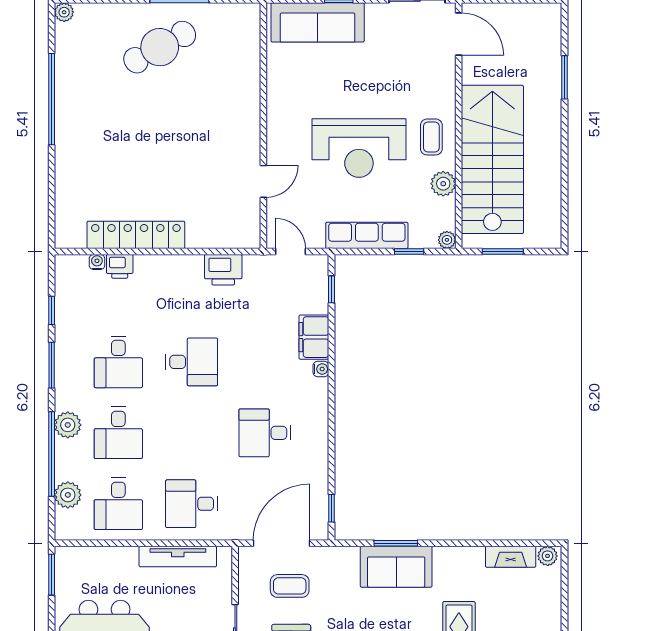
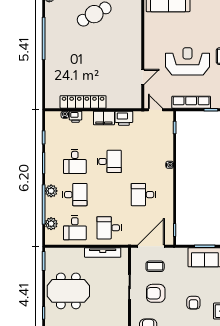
reception desk: (359, 148) -> (187, 61), turned 180
filing cabinet: (314, 337) -> (104, 118), moved, turned -90
desk: (118, 433) -> (75, 195), turned -90

